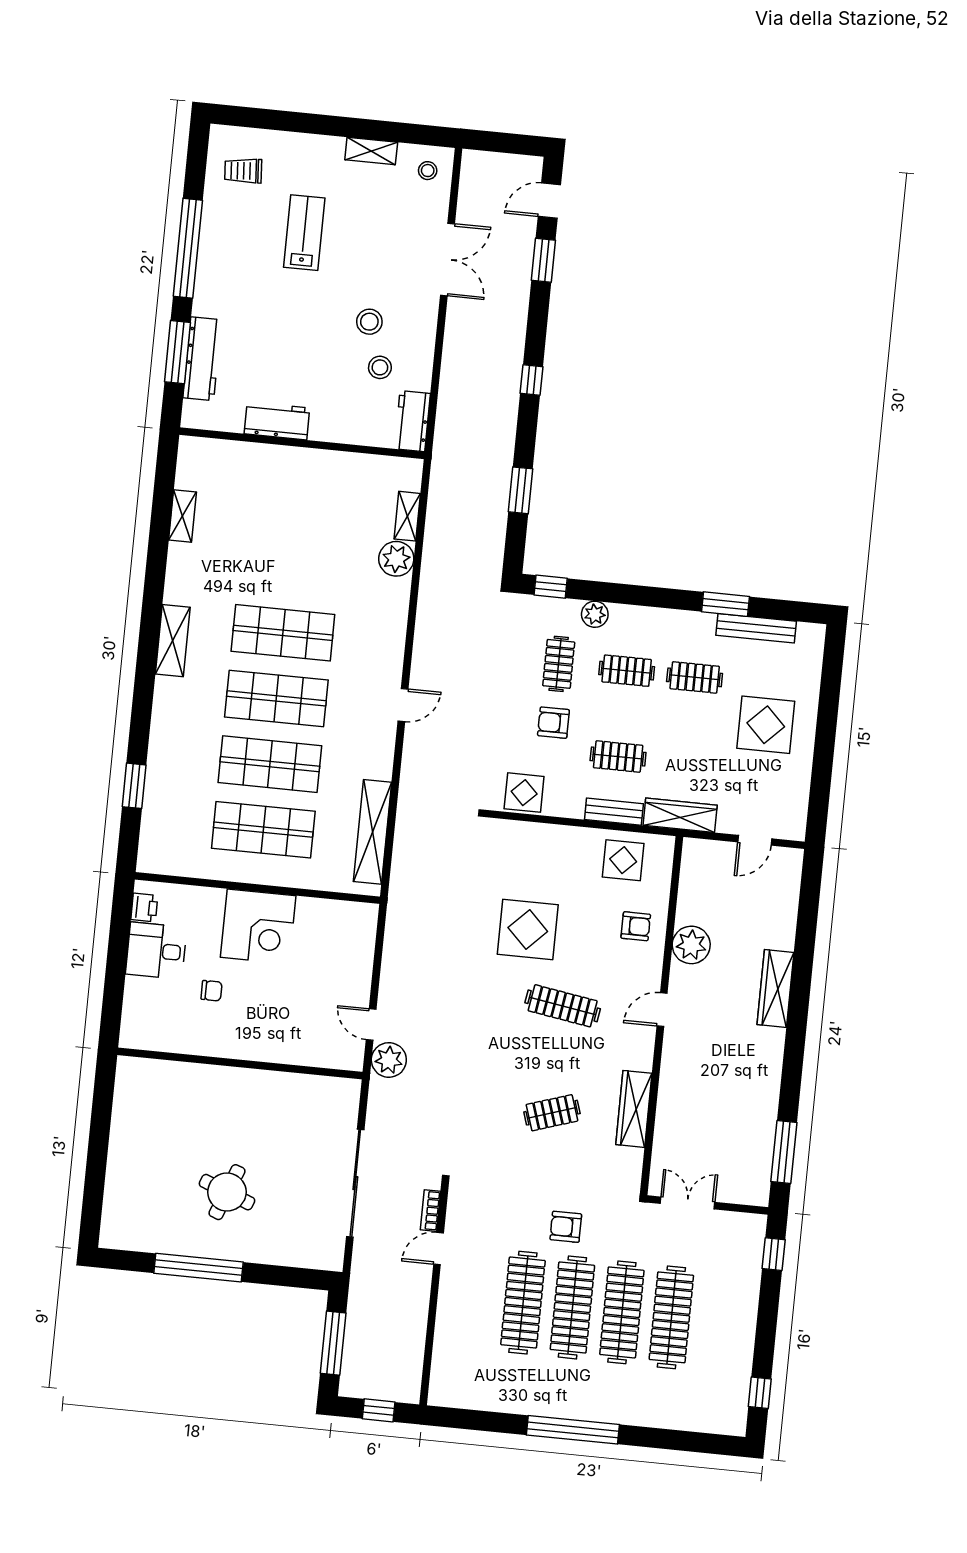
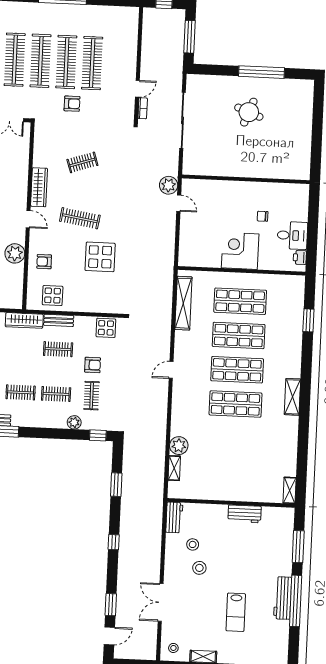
trolley: (243, 171) -> (269, 643), removed
workbench: (202, 359) -> (283, 598), moved
shelving: (183, 516) -> (290, 490), moved
door: (662, 1010) -> (28, 219), hinge flipped
wardrobe: (634, 1109) -> (39, 187), moved

